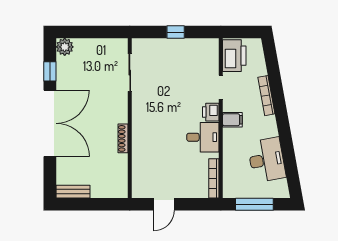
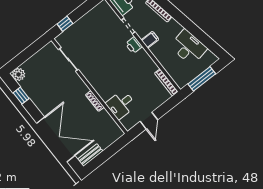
window: (176, 32) -> (65, 24), moved
double door: (50, 123) -> (56, 139), moved
desk: (203, 137) -> (121, 104), moved, turned 180

